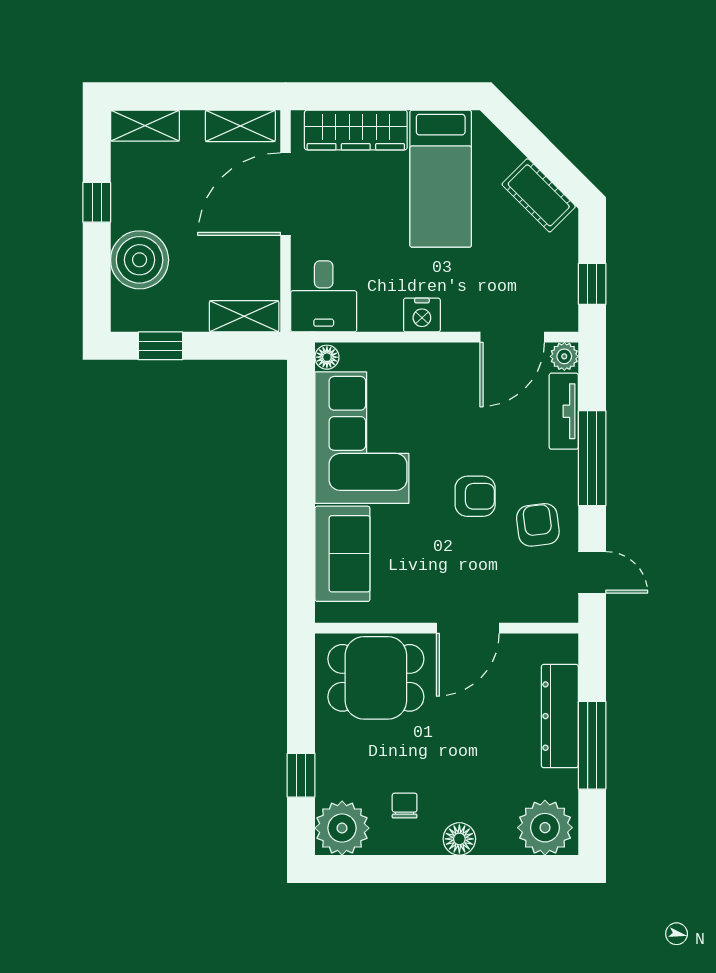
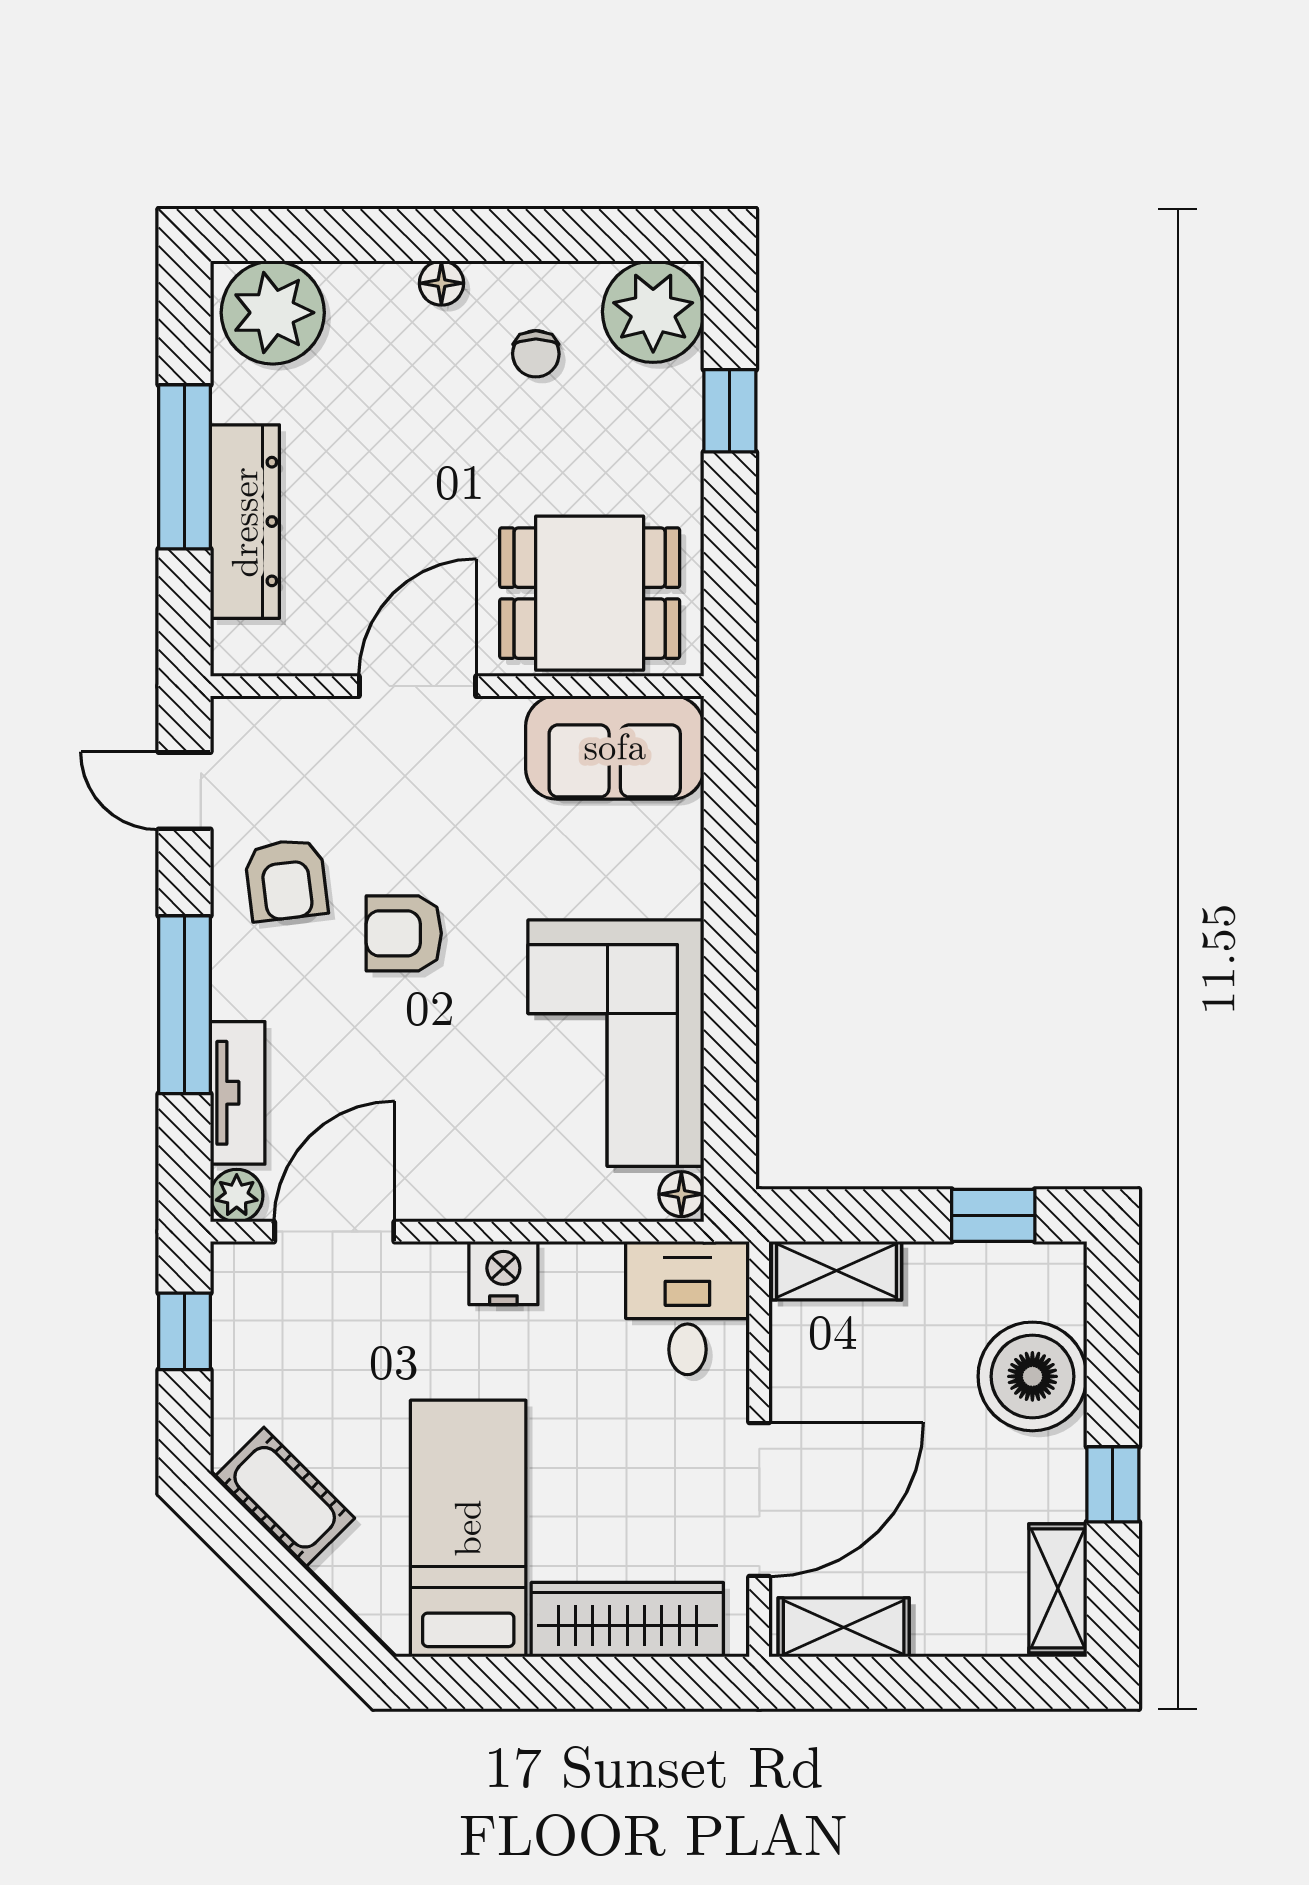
shelving: (145, 126) -> (1058, 1588), moved, turned 90
sofa: (342, 554) -> (615, 747), moved, turned -90
floor lamp: (459, 839) -> (441, 283), width x0.73, depth x0.73

